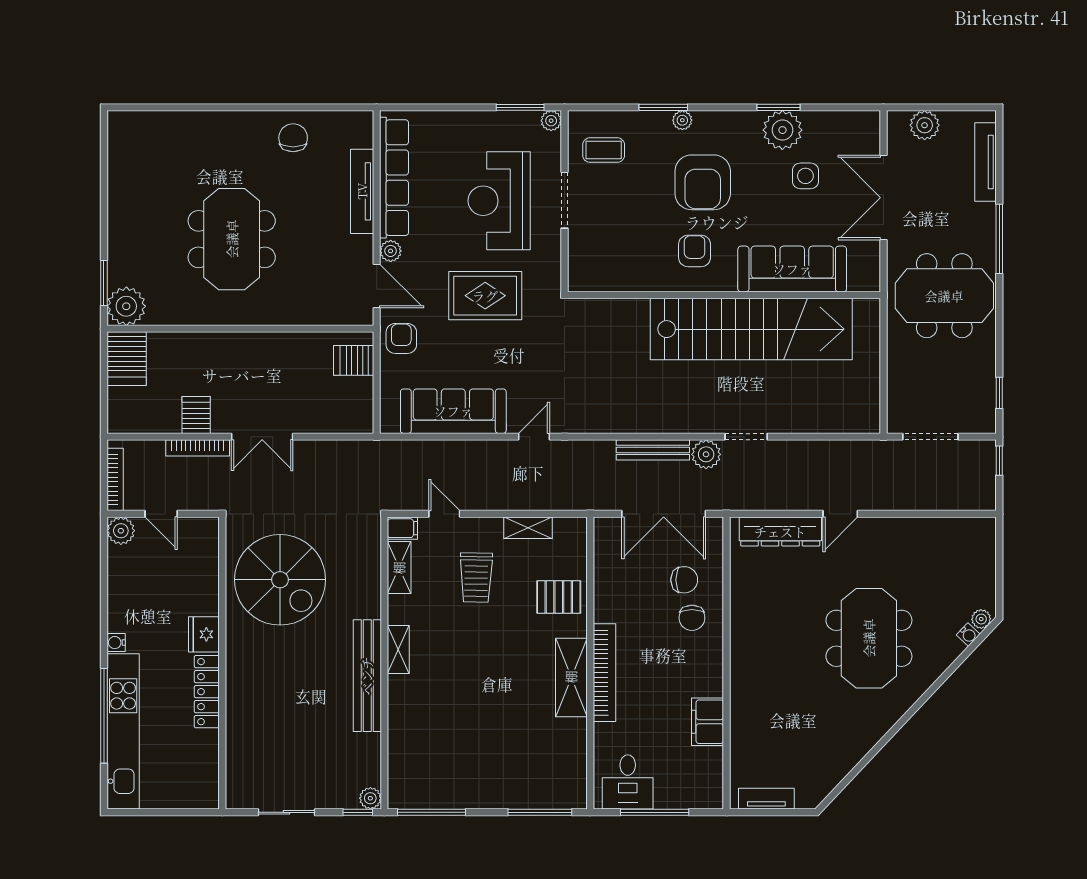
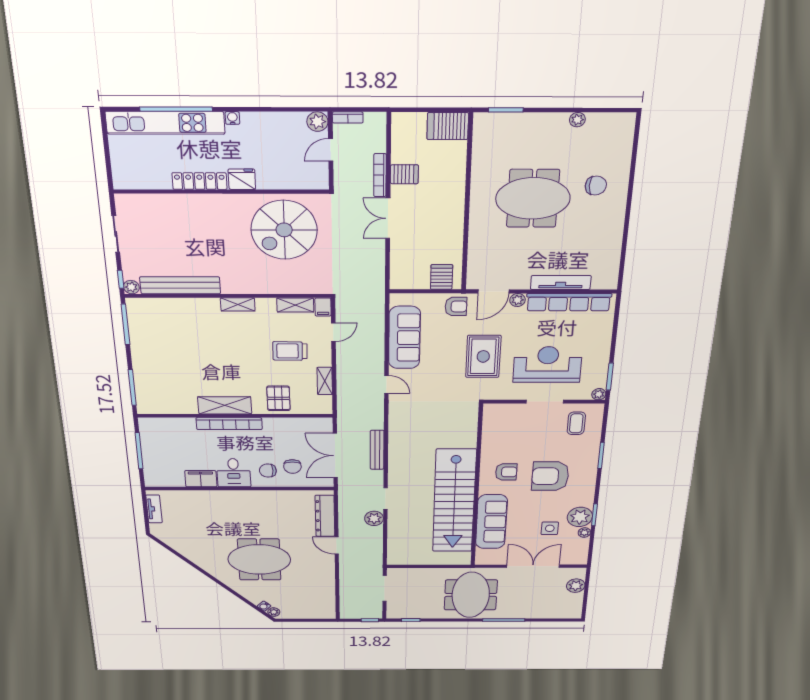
plant: (682, 120) -> (584, 533), moved
chair: (293, 138) -> (596, 186), moved
tv unit: (985, 162) -> (551, 614), removed
plant: (126, 306) -> (577, 120), moved, width x0.53, depth x0.53
plant: (706, 454) -> (374, 518), moved
bookcase: (115, 479) -> (348, 117), width x0.64
bench: (367, 676) -> (180, 285), moved
desk: (628, 782) -> (234, 473), moved, turned -90

